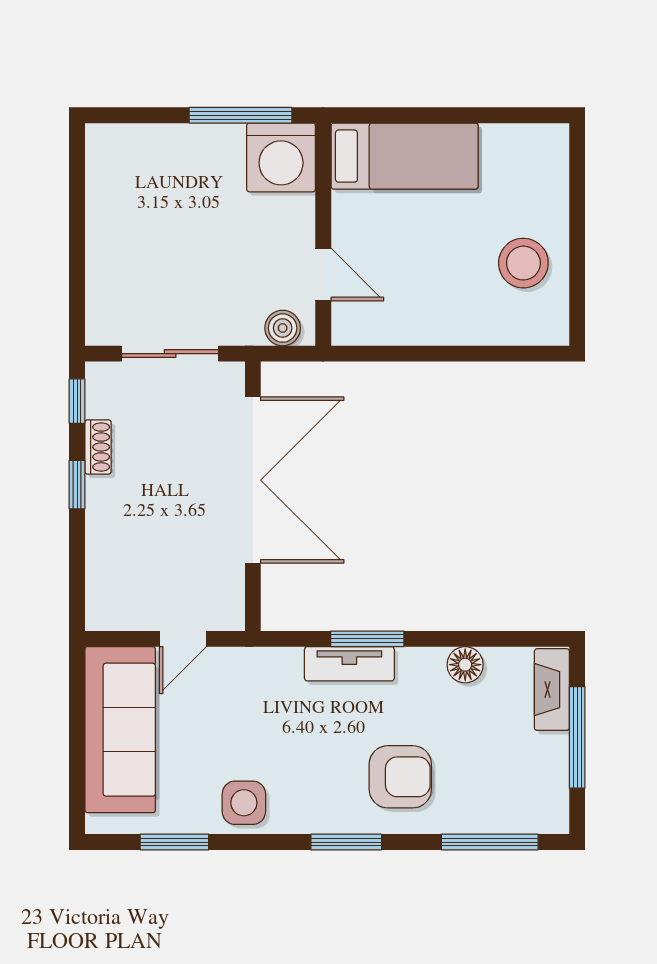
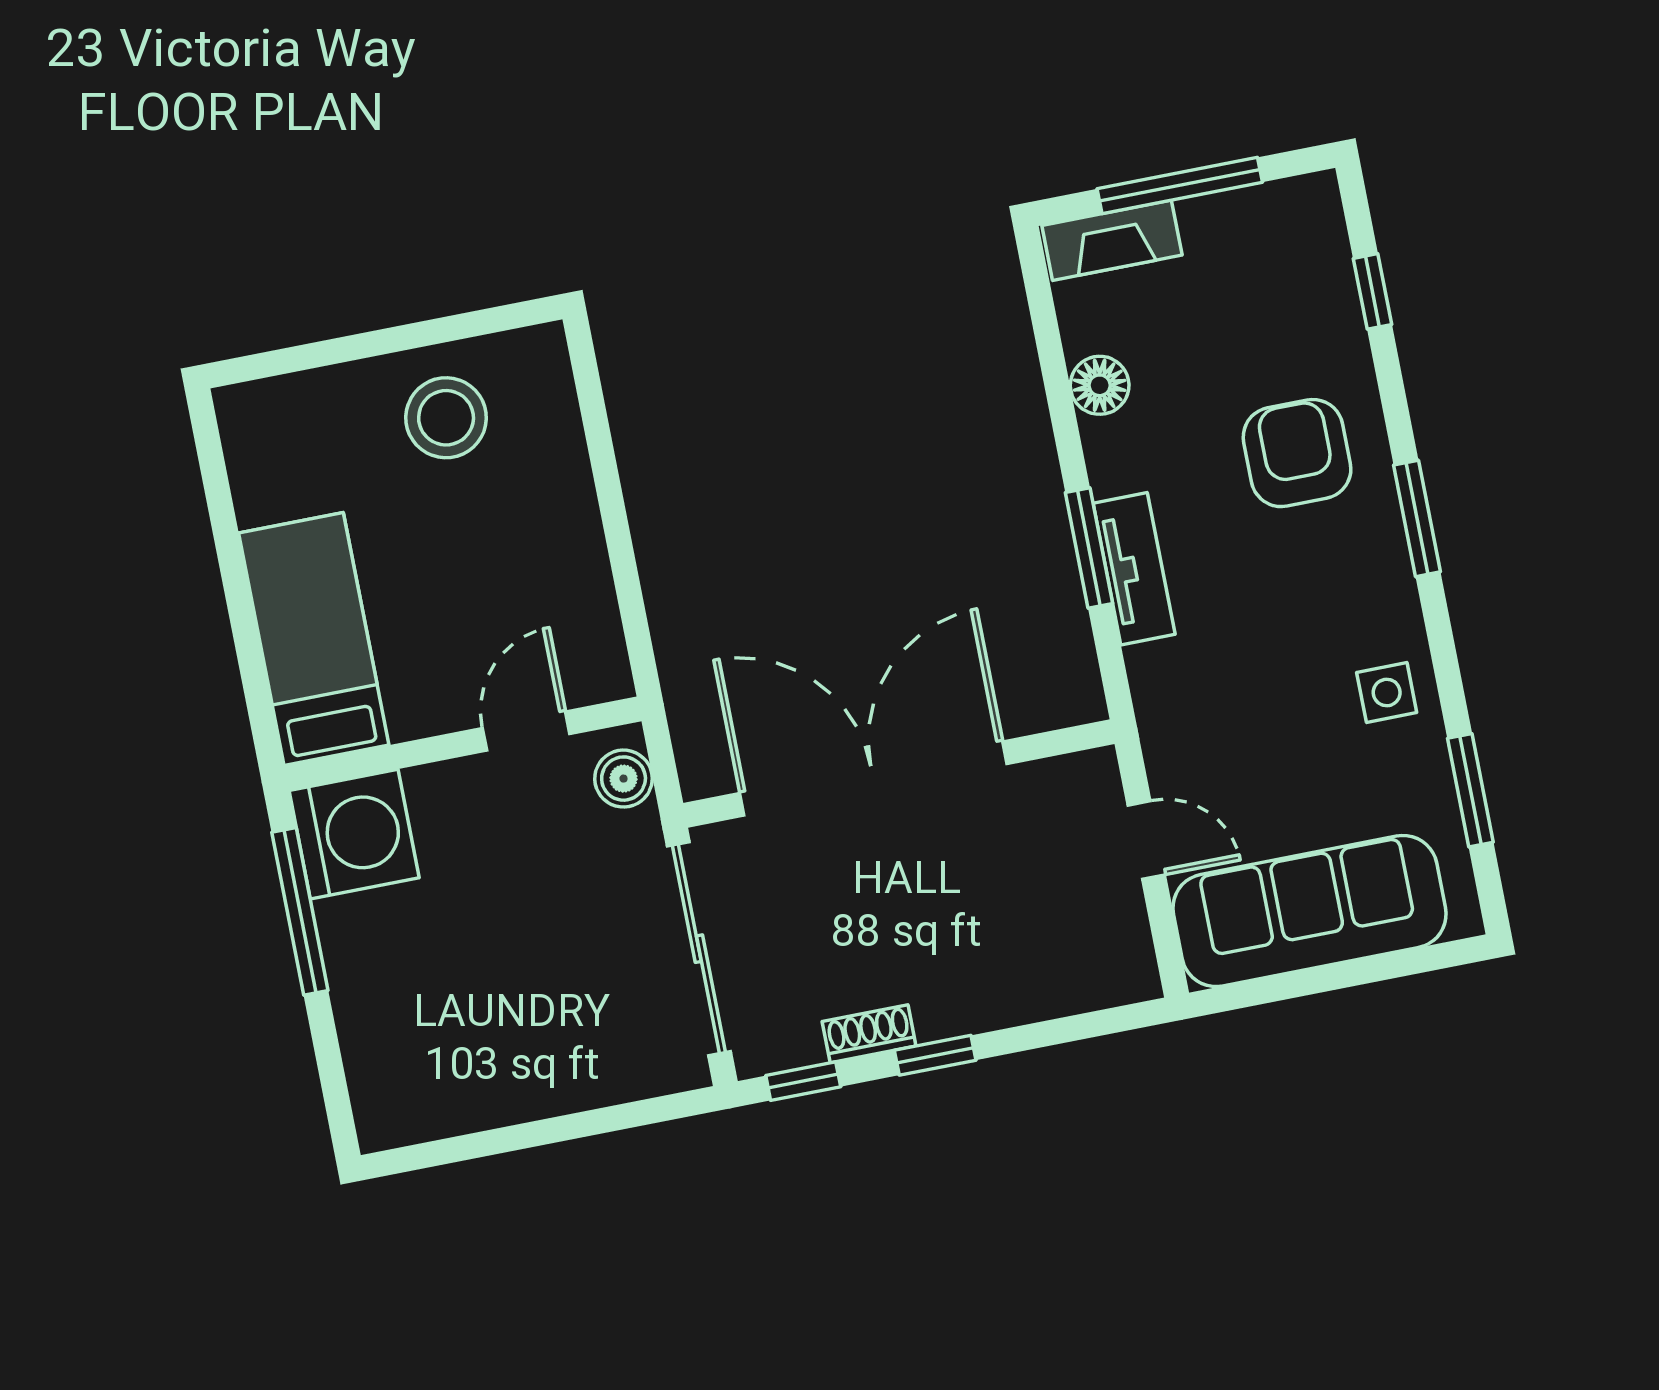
sliding door: (170, 354) -> (699, 949), width x1.37
side table: (244, 803) -> (1387, 693), width x0.73, depth x0.73
window: (490, 842) -> (1373, 291), width x0.46

